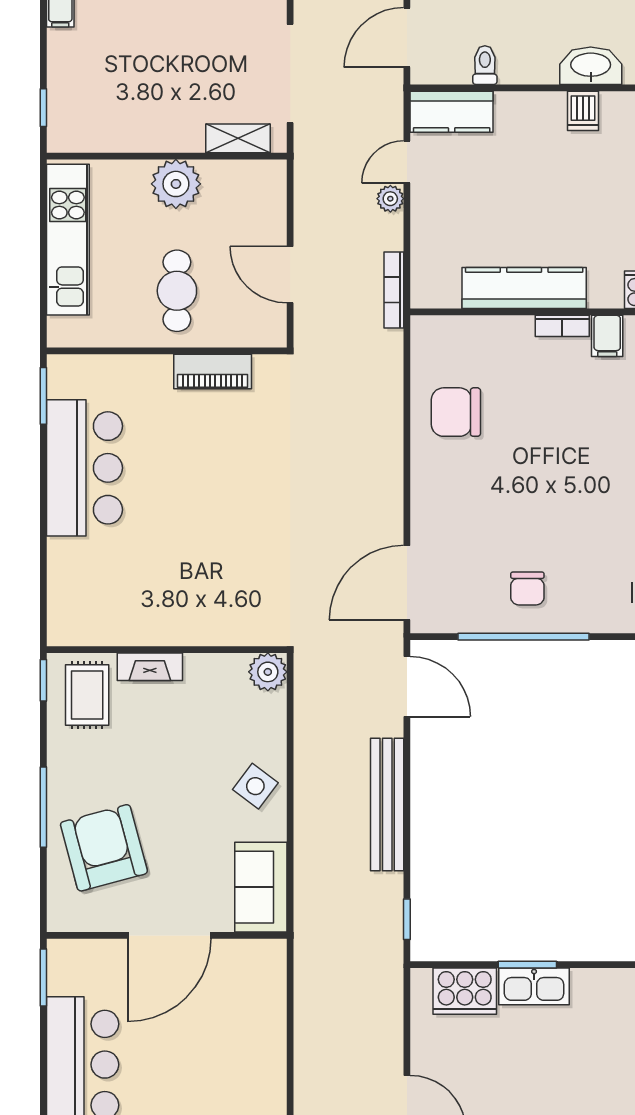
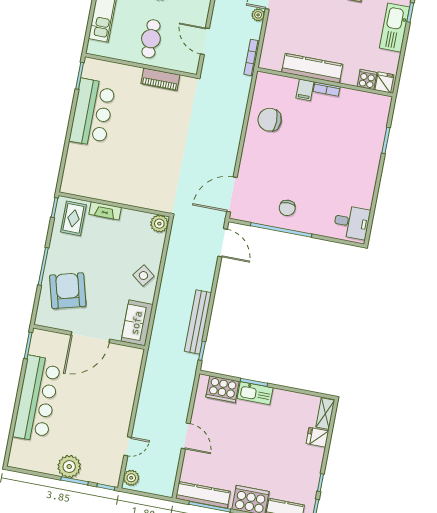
filing cabinet: (607, 336) -> (305, 90), moved
bench: (387, 805) -> (198, 322), moved

